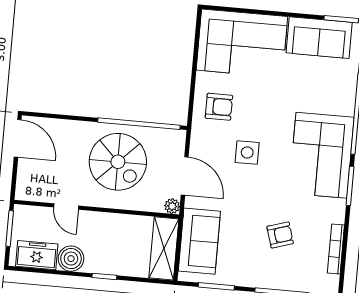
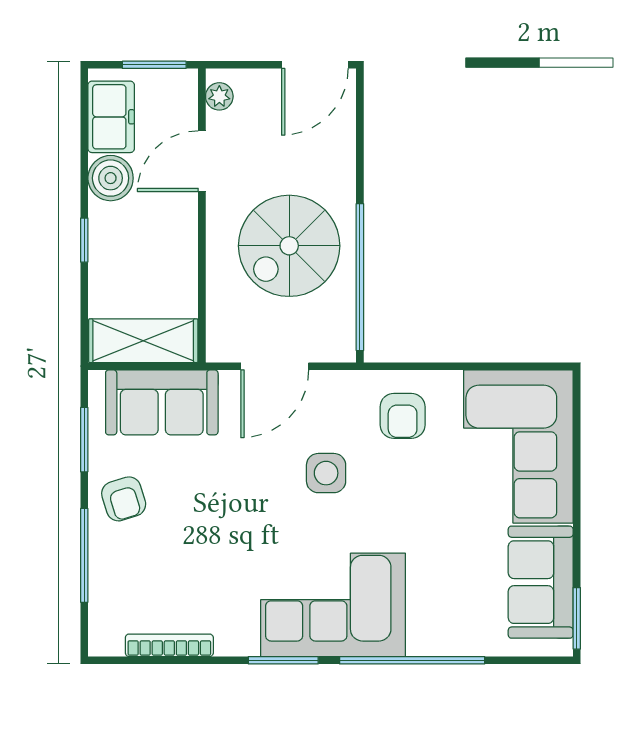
plant: (172, 206) -> (219, 96), moved
door: (66, 207) -> (202, 161), width x1.37
armchair: (280, 235) -> (124, 499), moved

